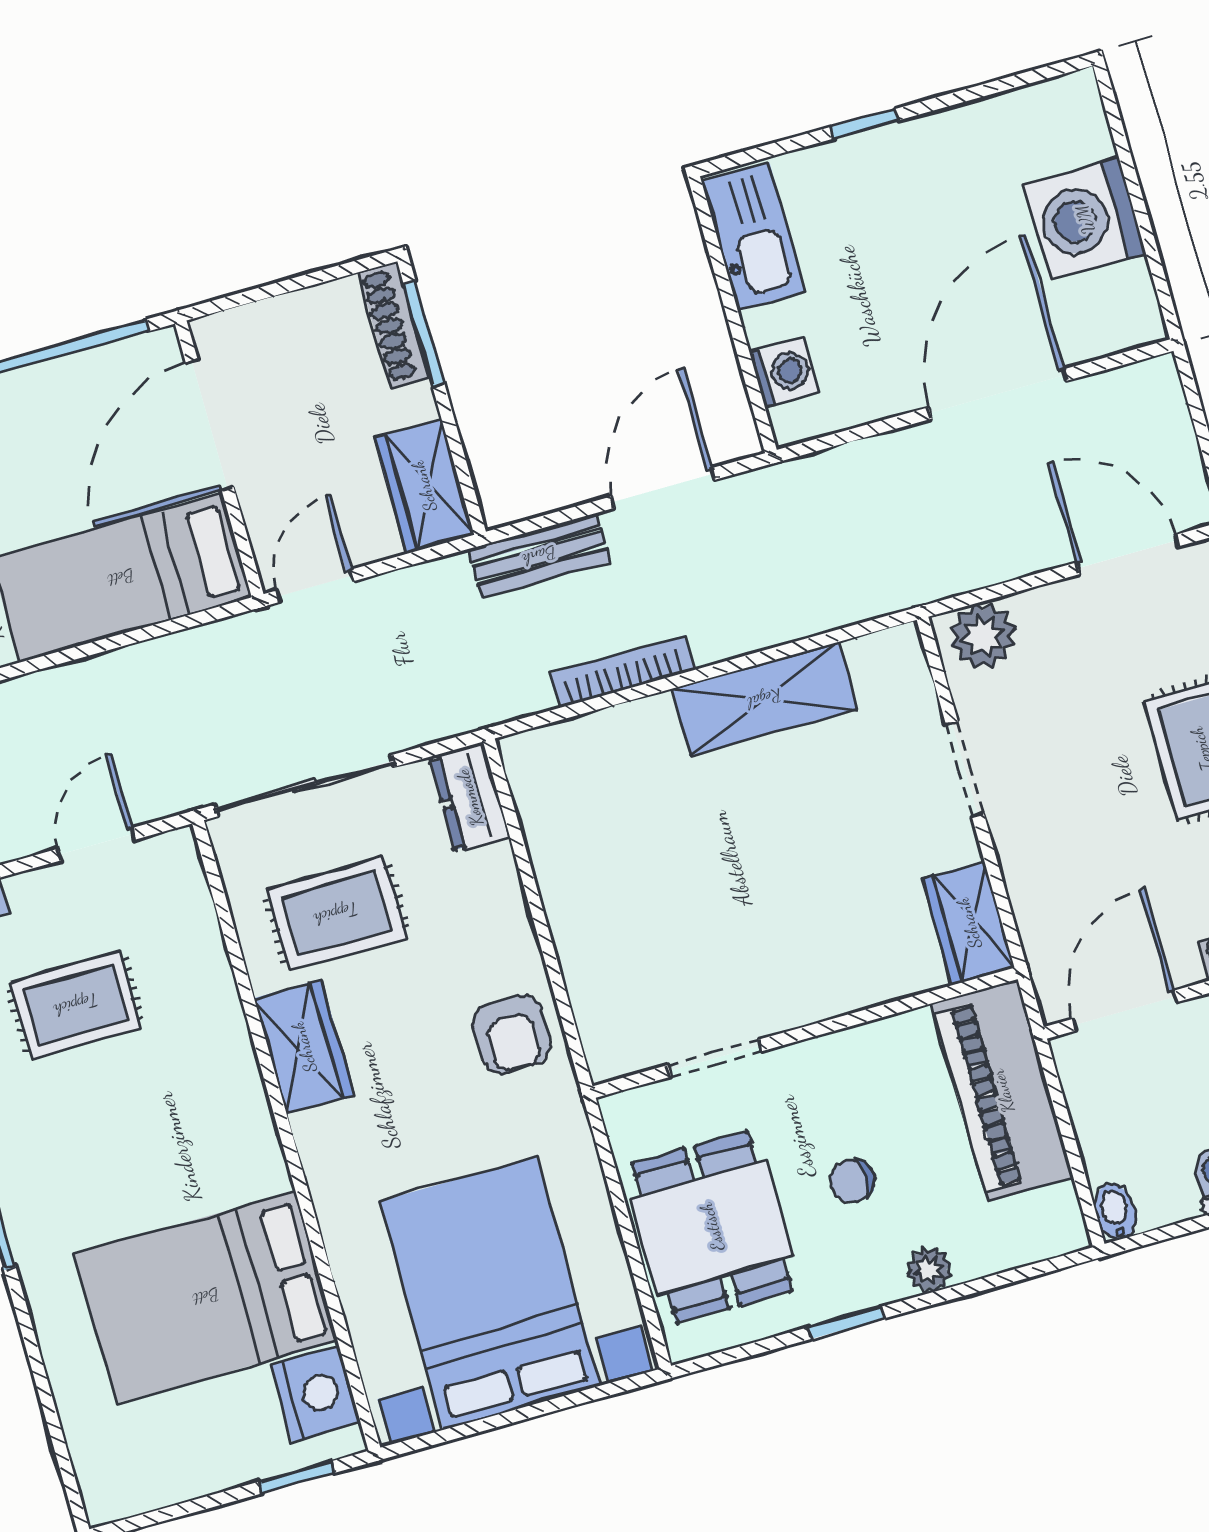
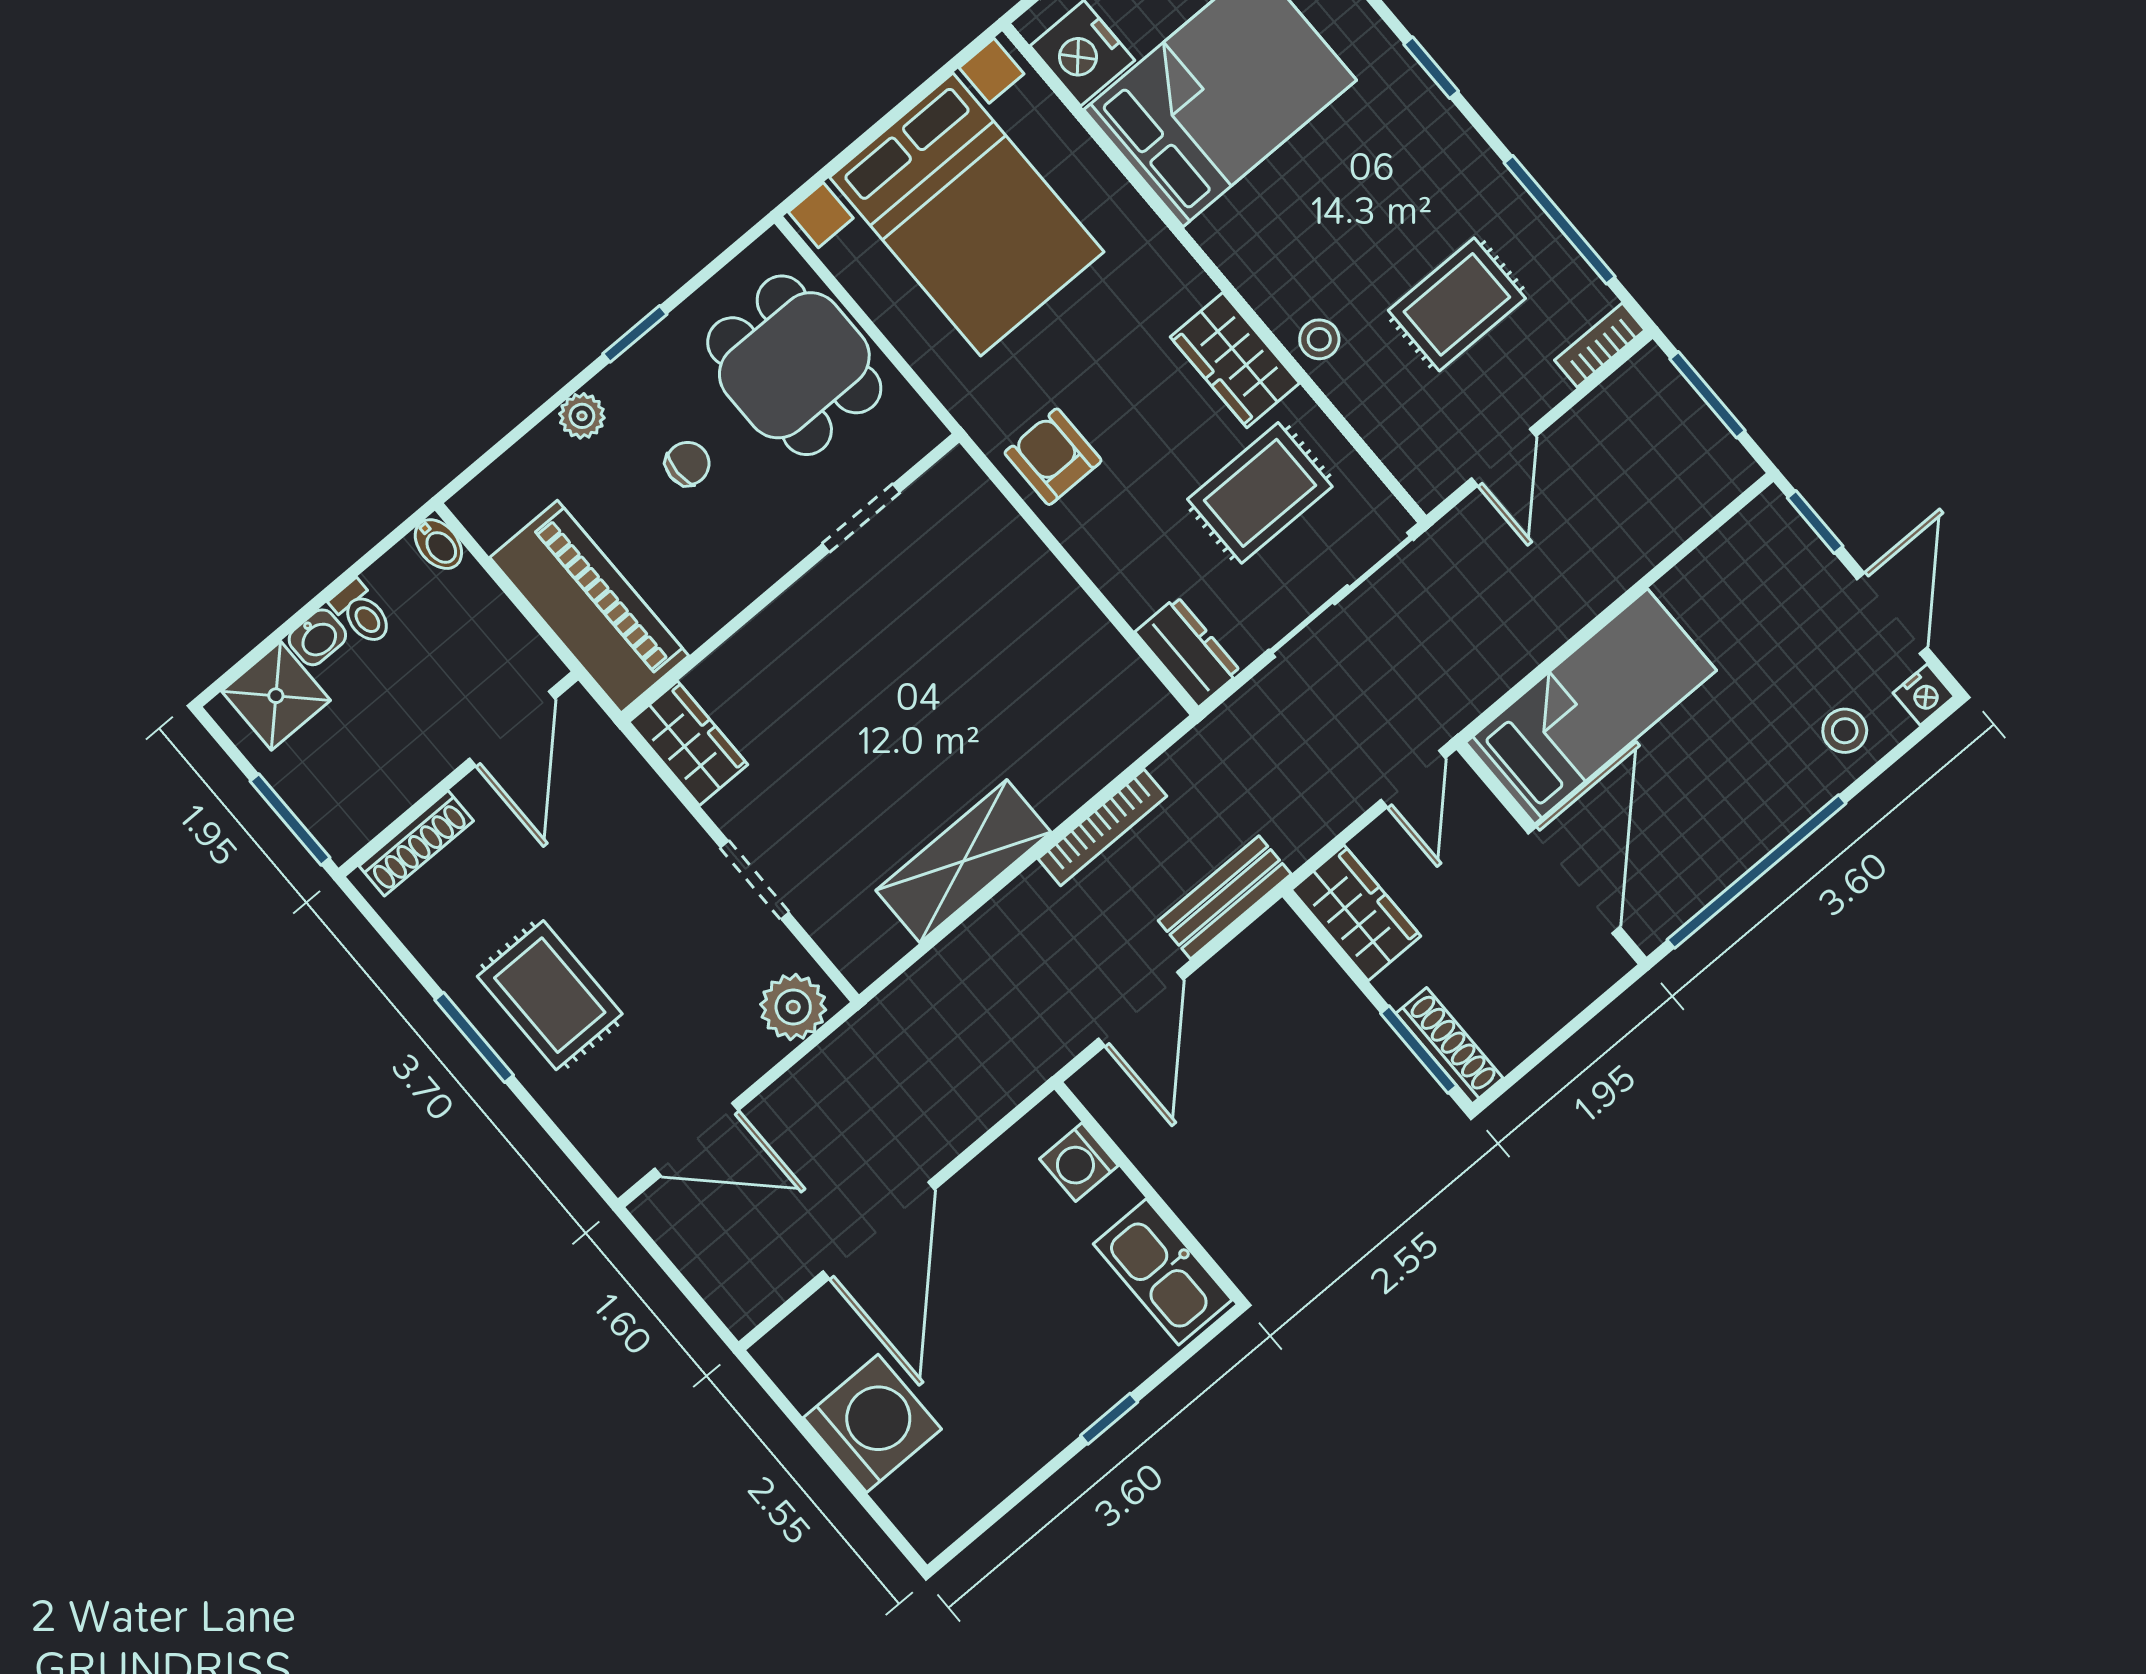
stool: (217, 1030) -> (1319, 339), added

